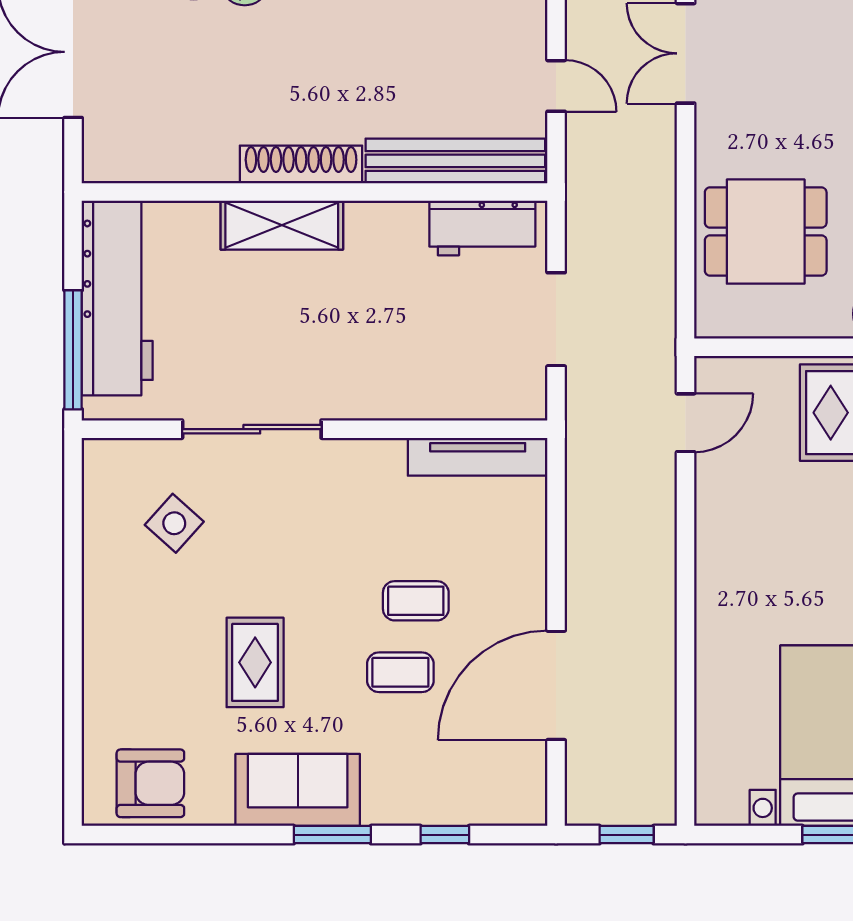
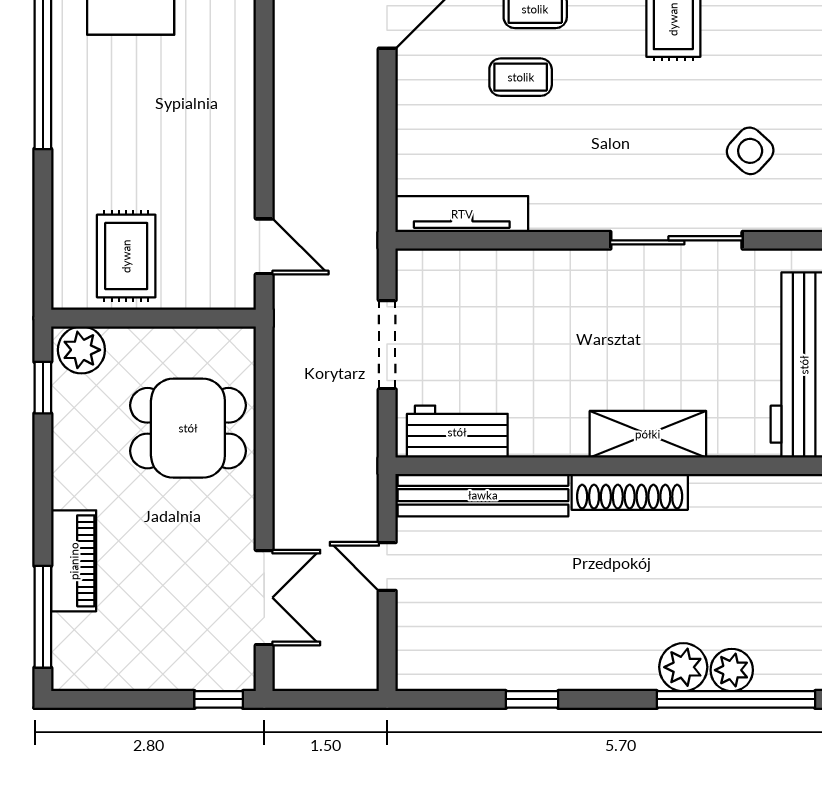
door: (686, 423) -> (264, 246), swing flipped

